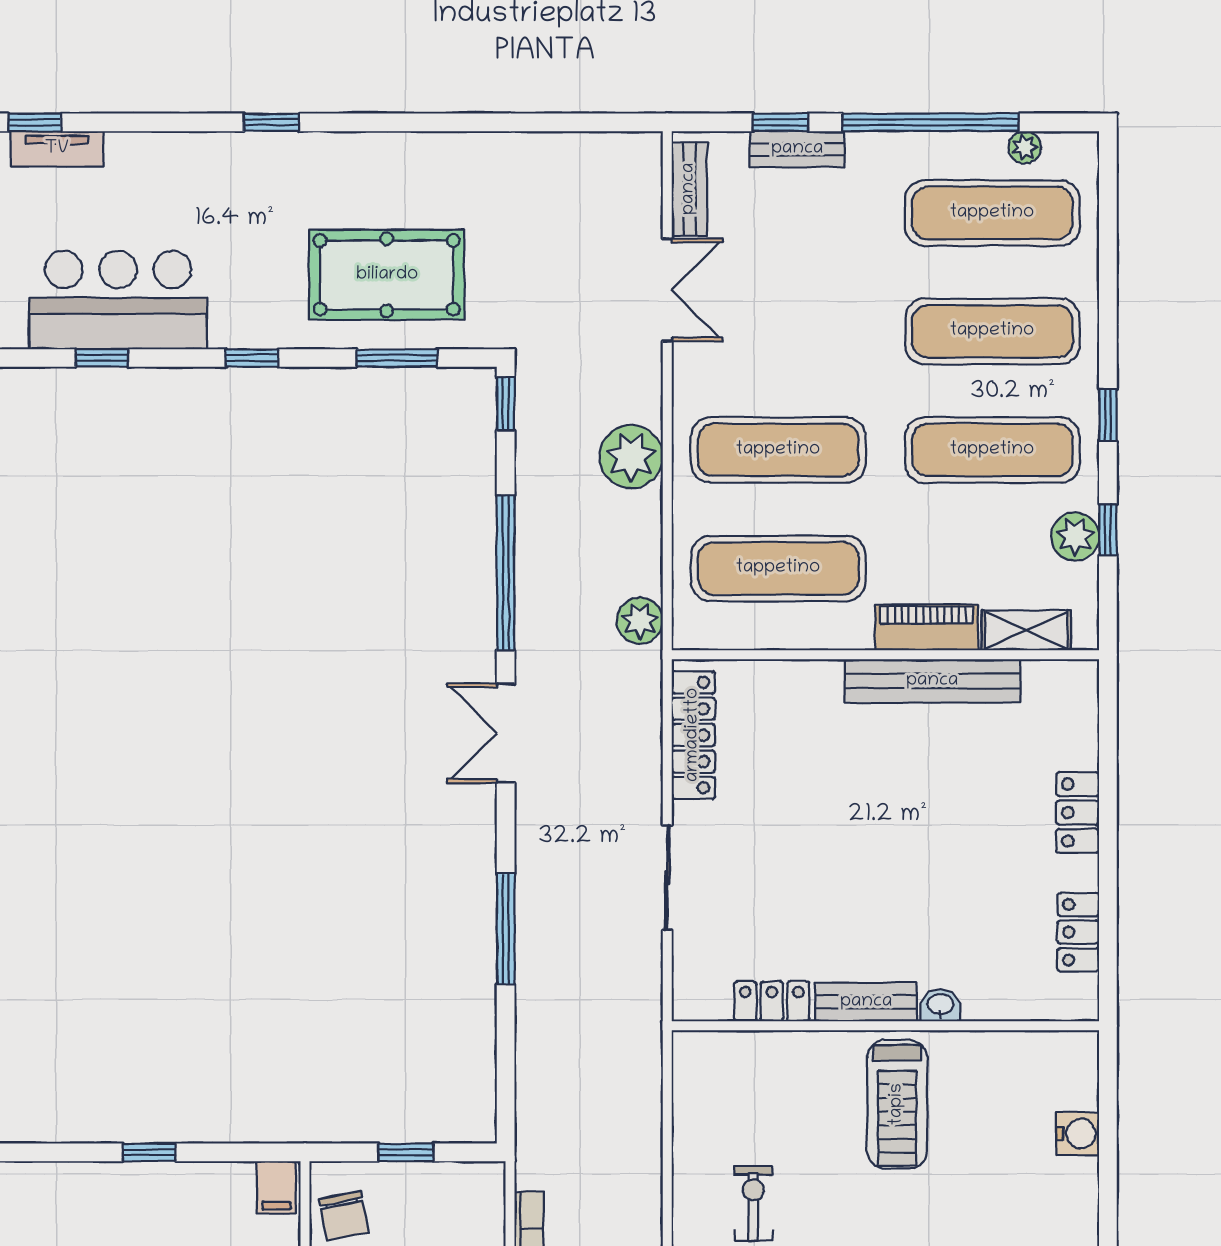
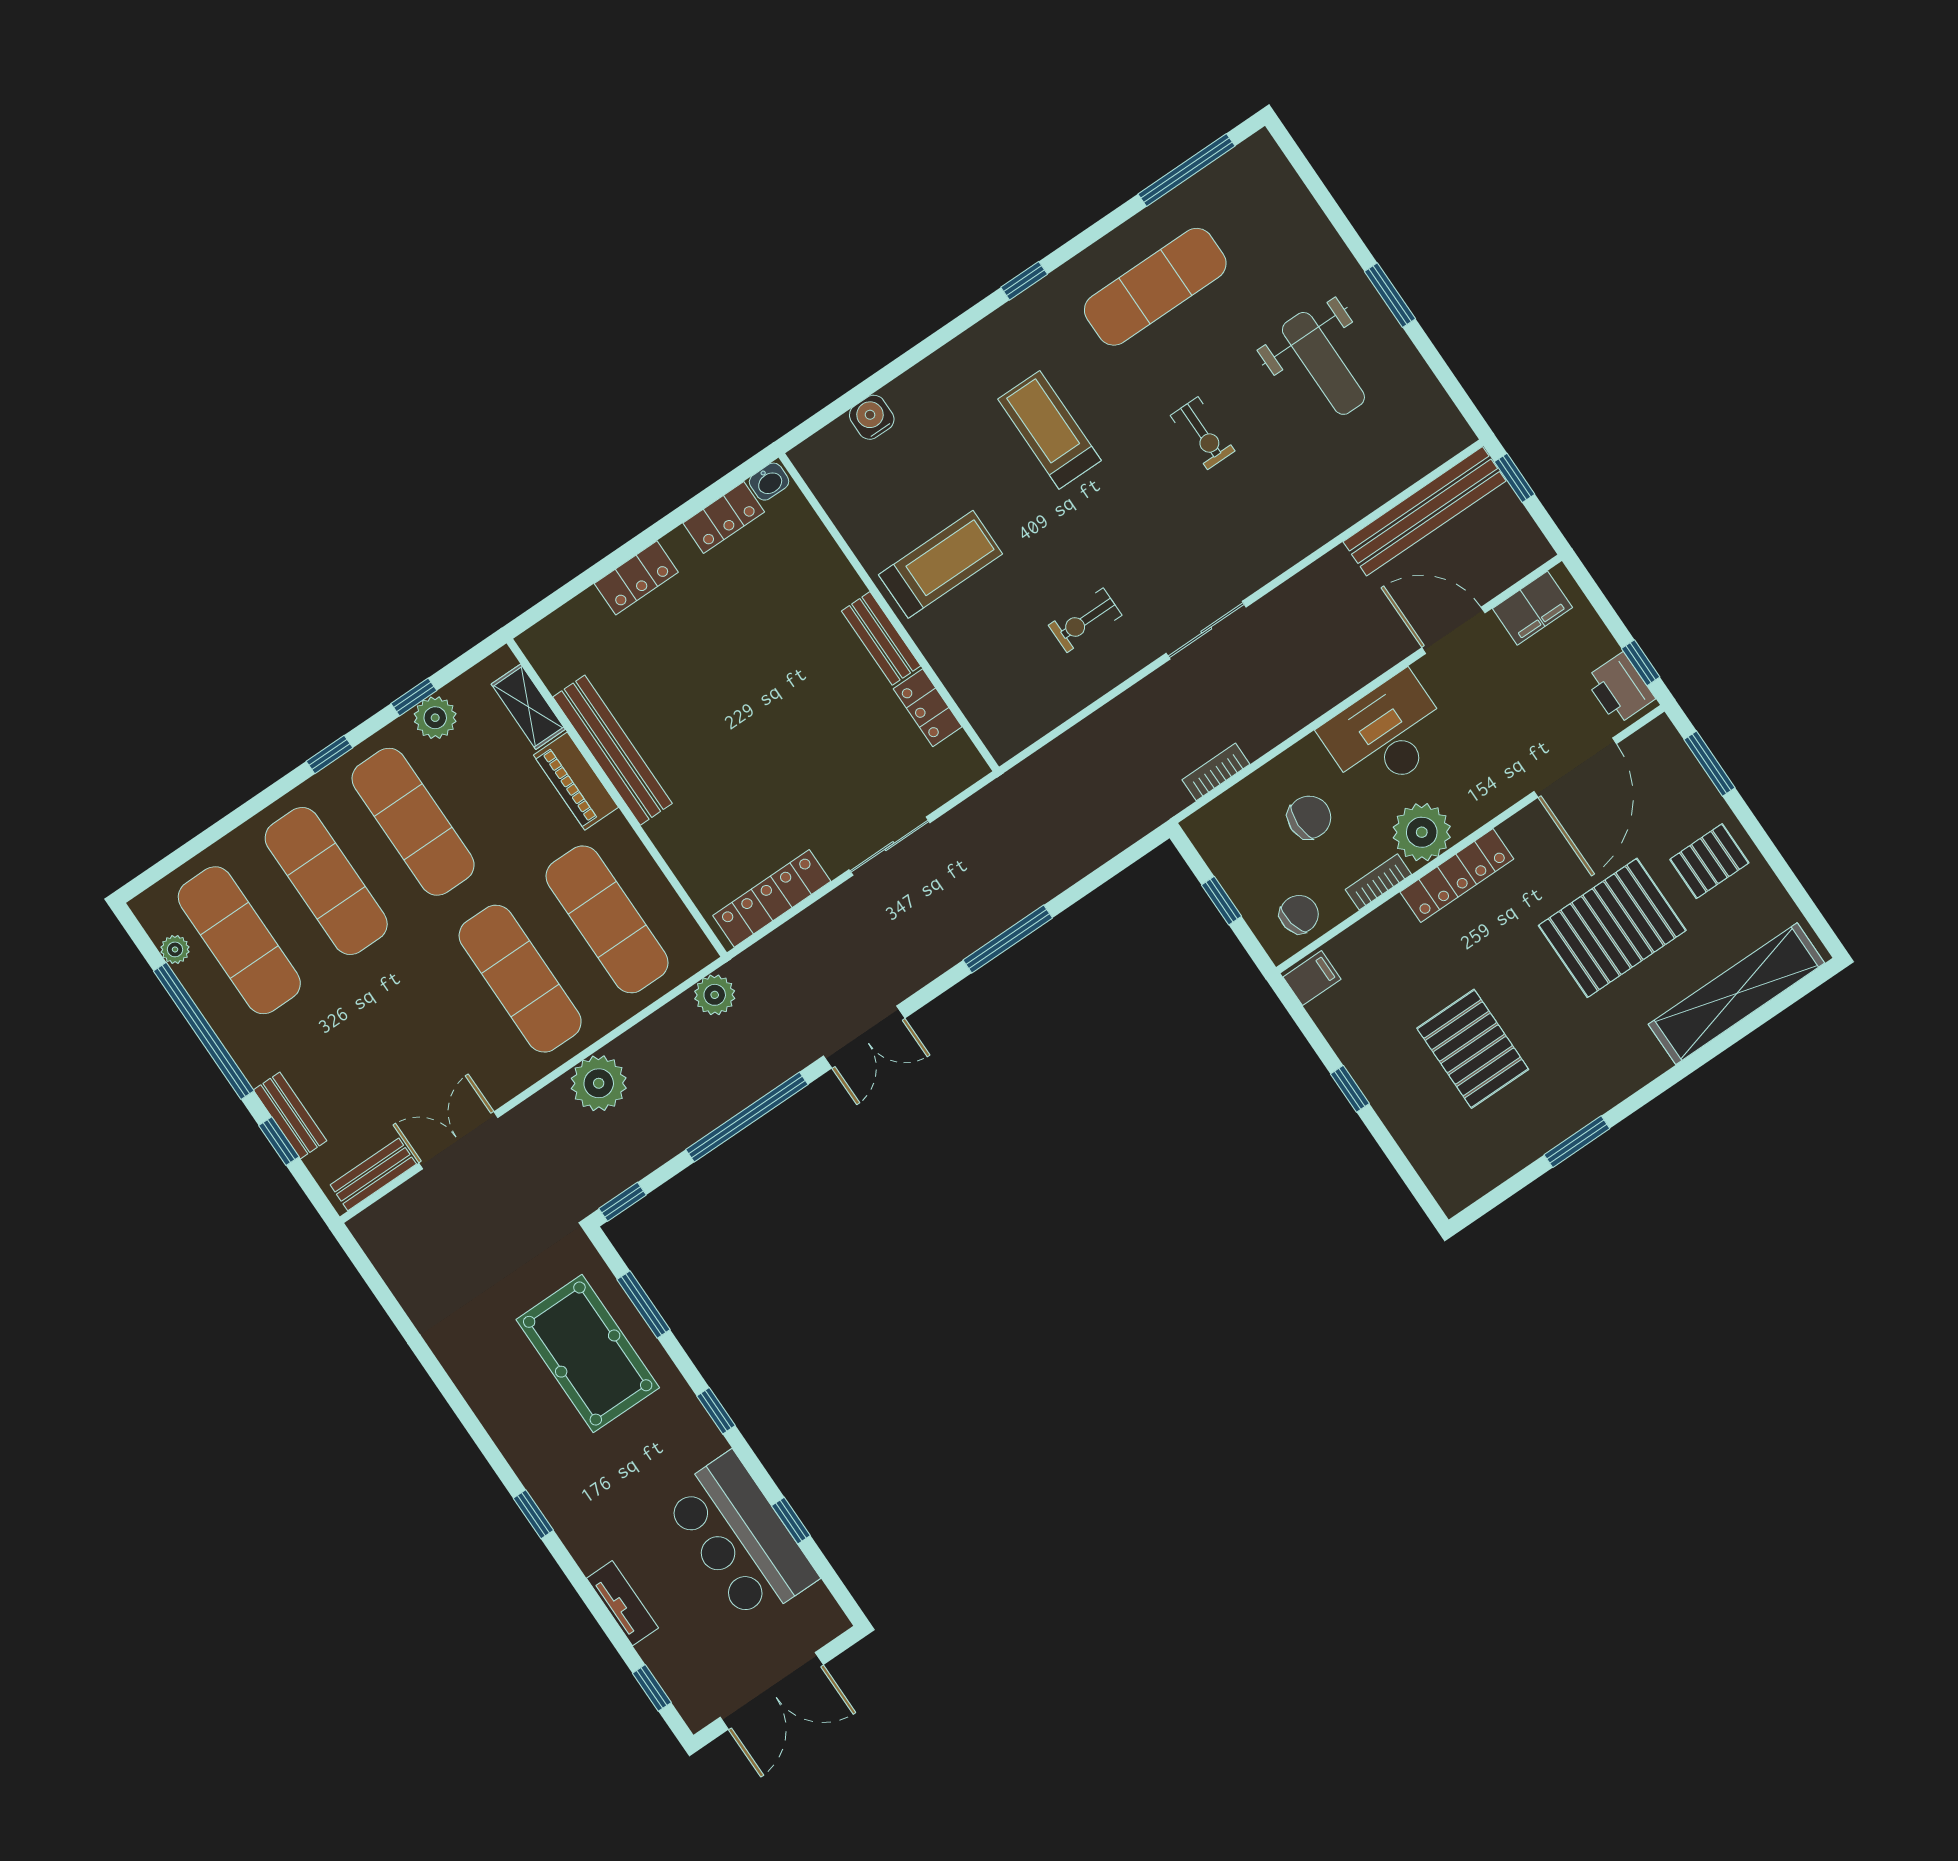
tv unit: (57, 149) -> (622, 1603), moved
washbasin: (940, 1005) -> (769, 482), moved, turned -90

